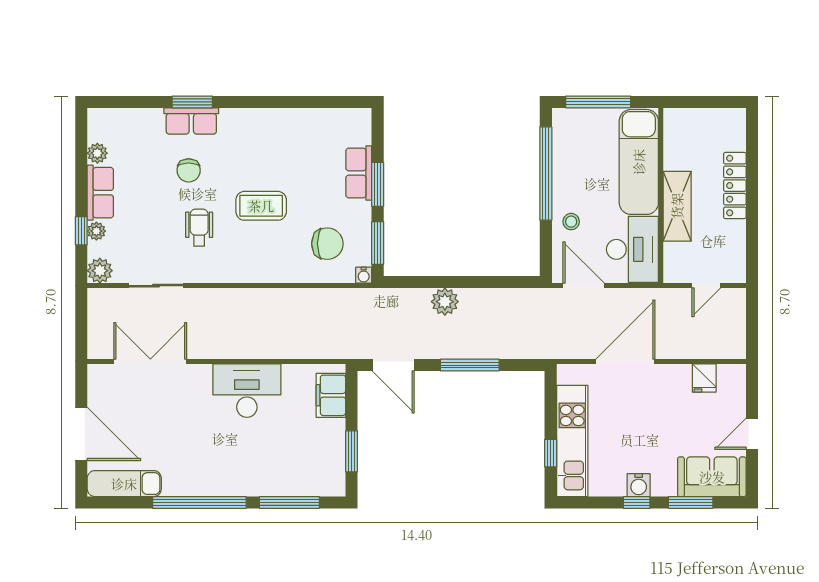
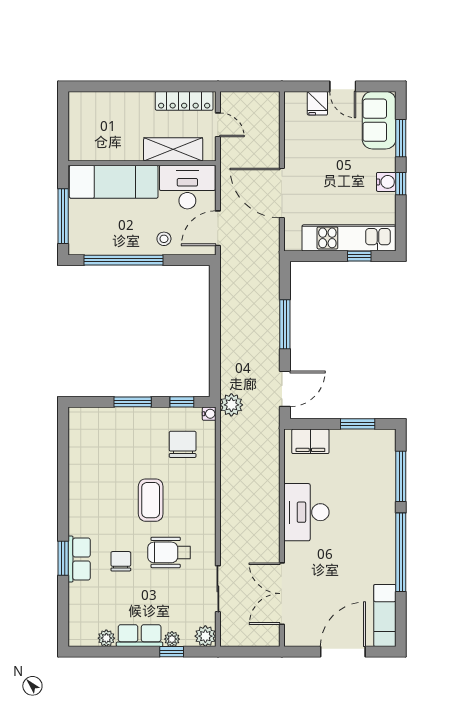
chair: (189, 170) -> (121, 561), turned -90
row of seats: (359, 173) -> (123, 418), removed
locker: (735, 186) -> (184, 101), moved
shelving: (677, 206) -> (173, 149), moved
wheelchair: (199, 228) -> (169, 552), width x1.36, depth x1.37
window: (378, 243) -> (182, 402), width x0.67
plant: (445, 302) -> (231, 405), moved
fridge: (704, 378) -> (317, 103), moved, turned 90

